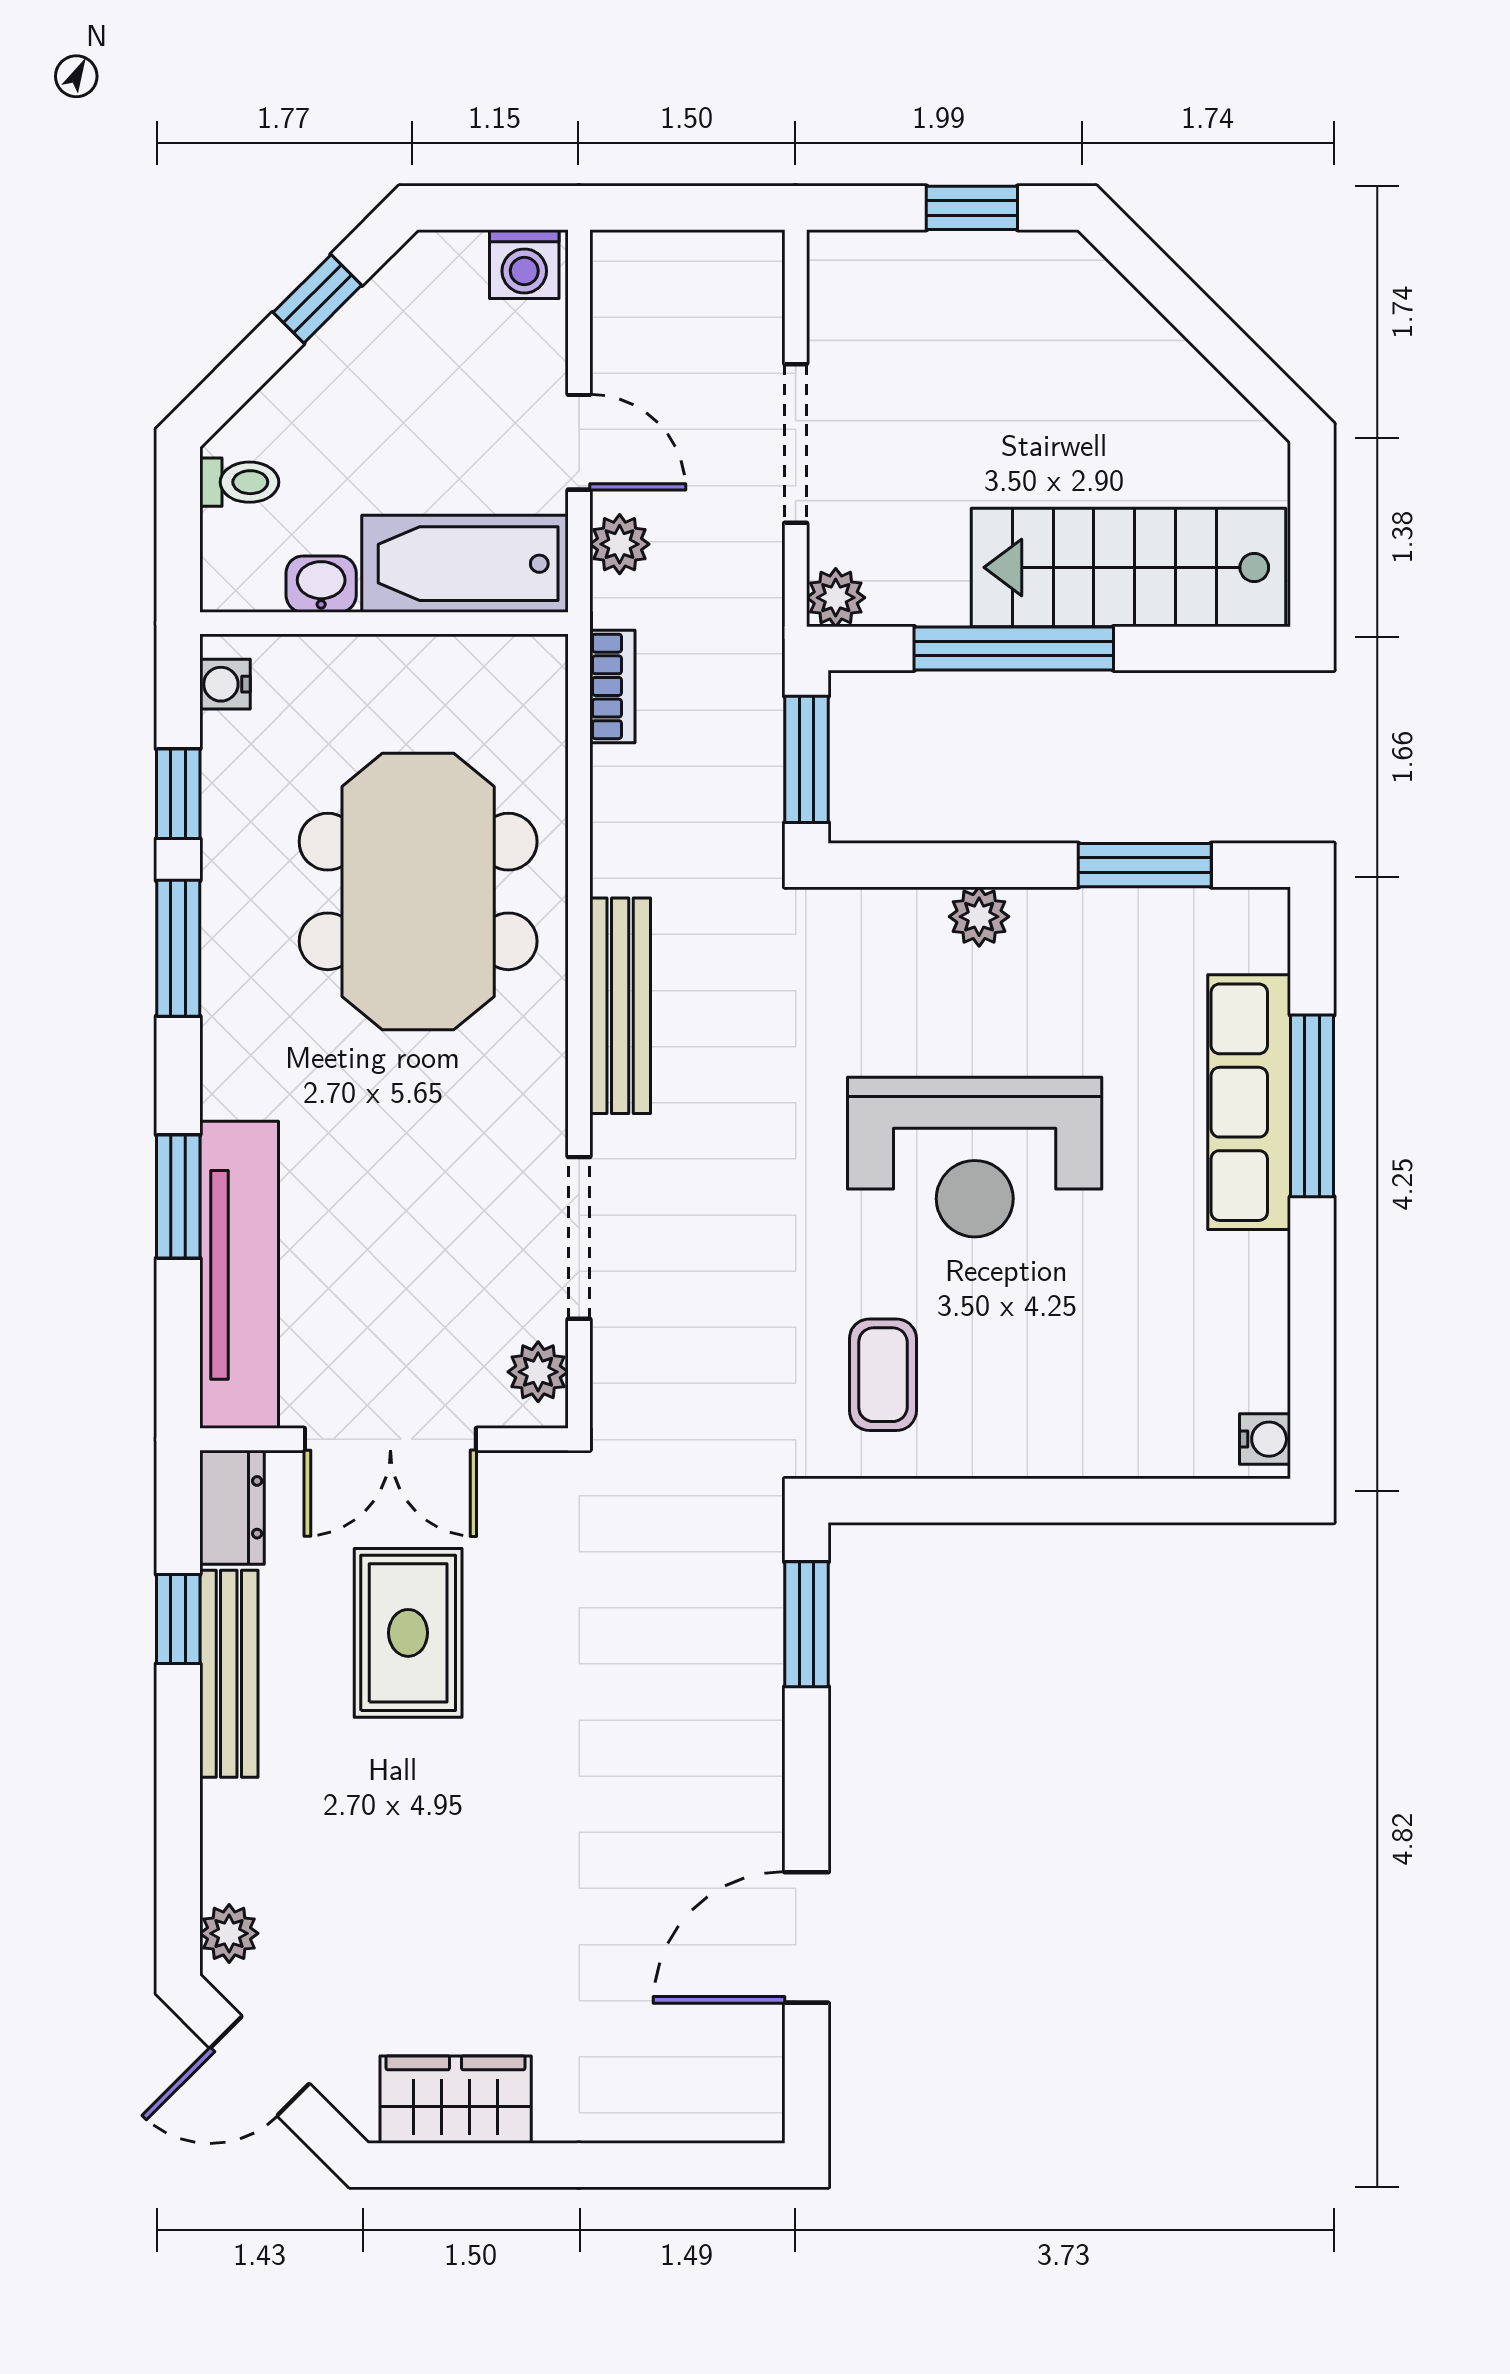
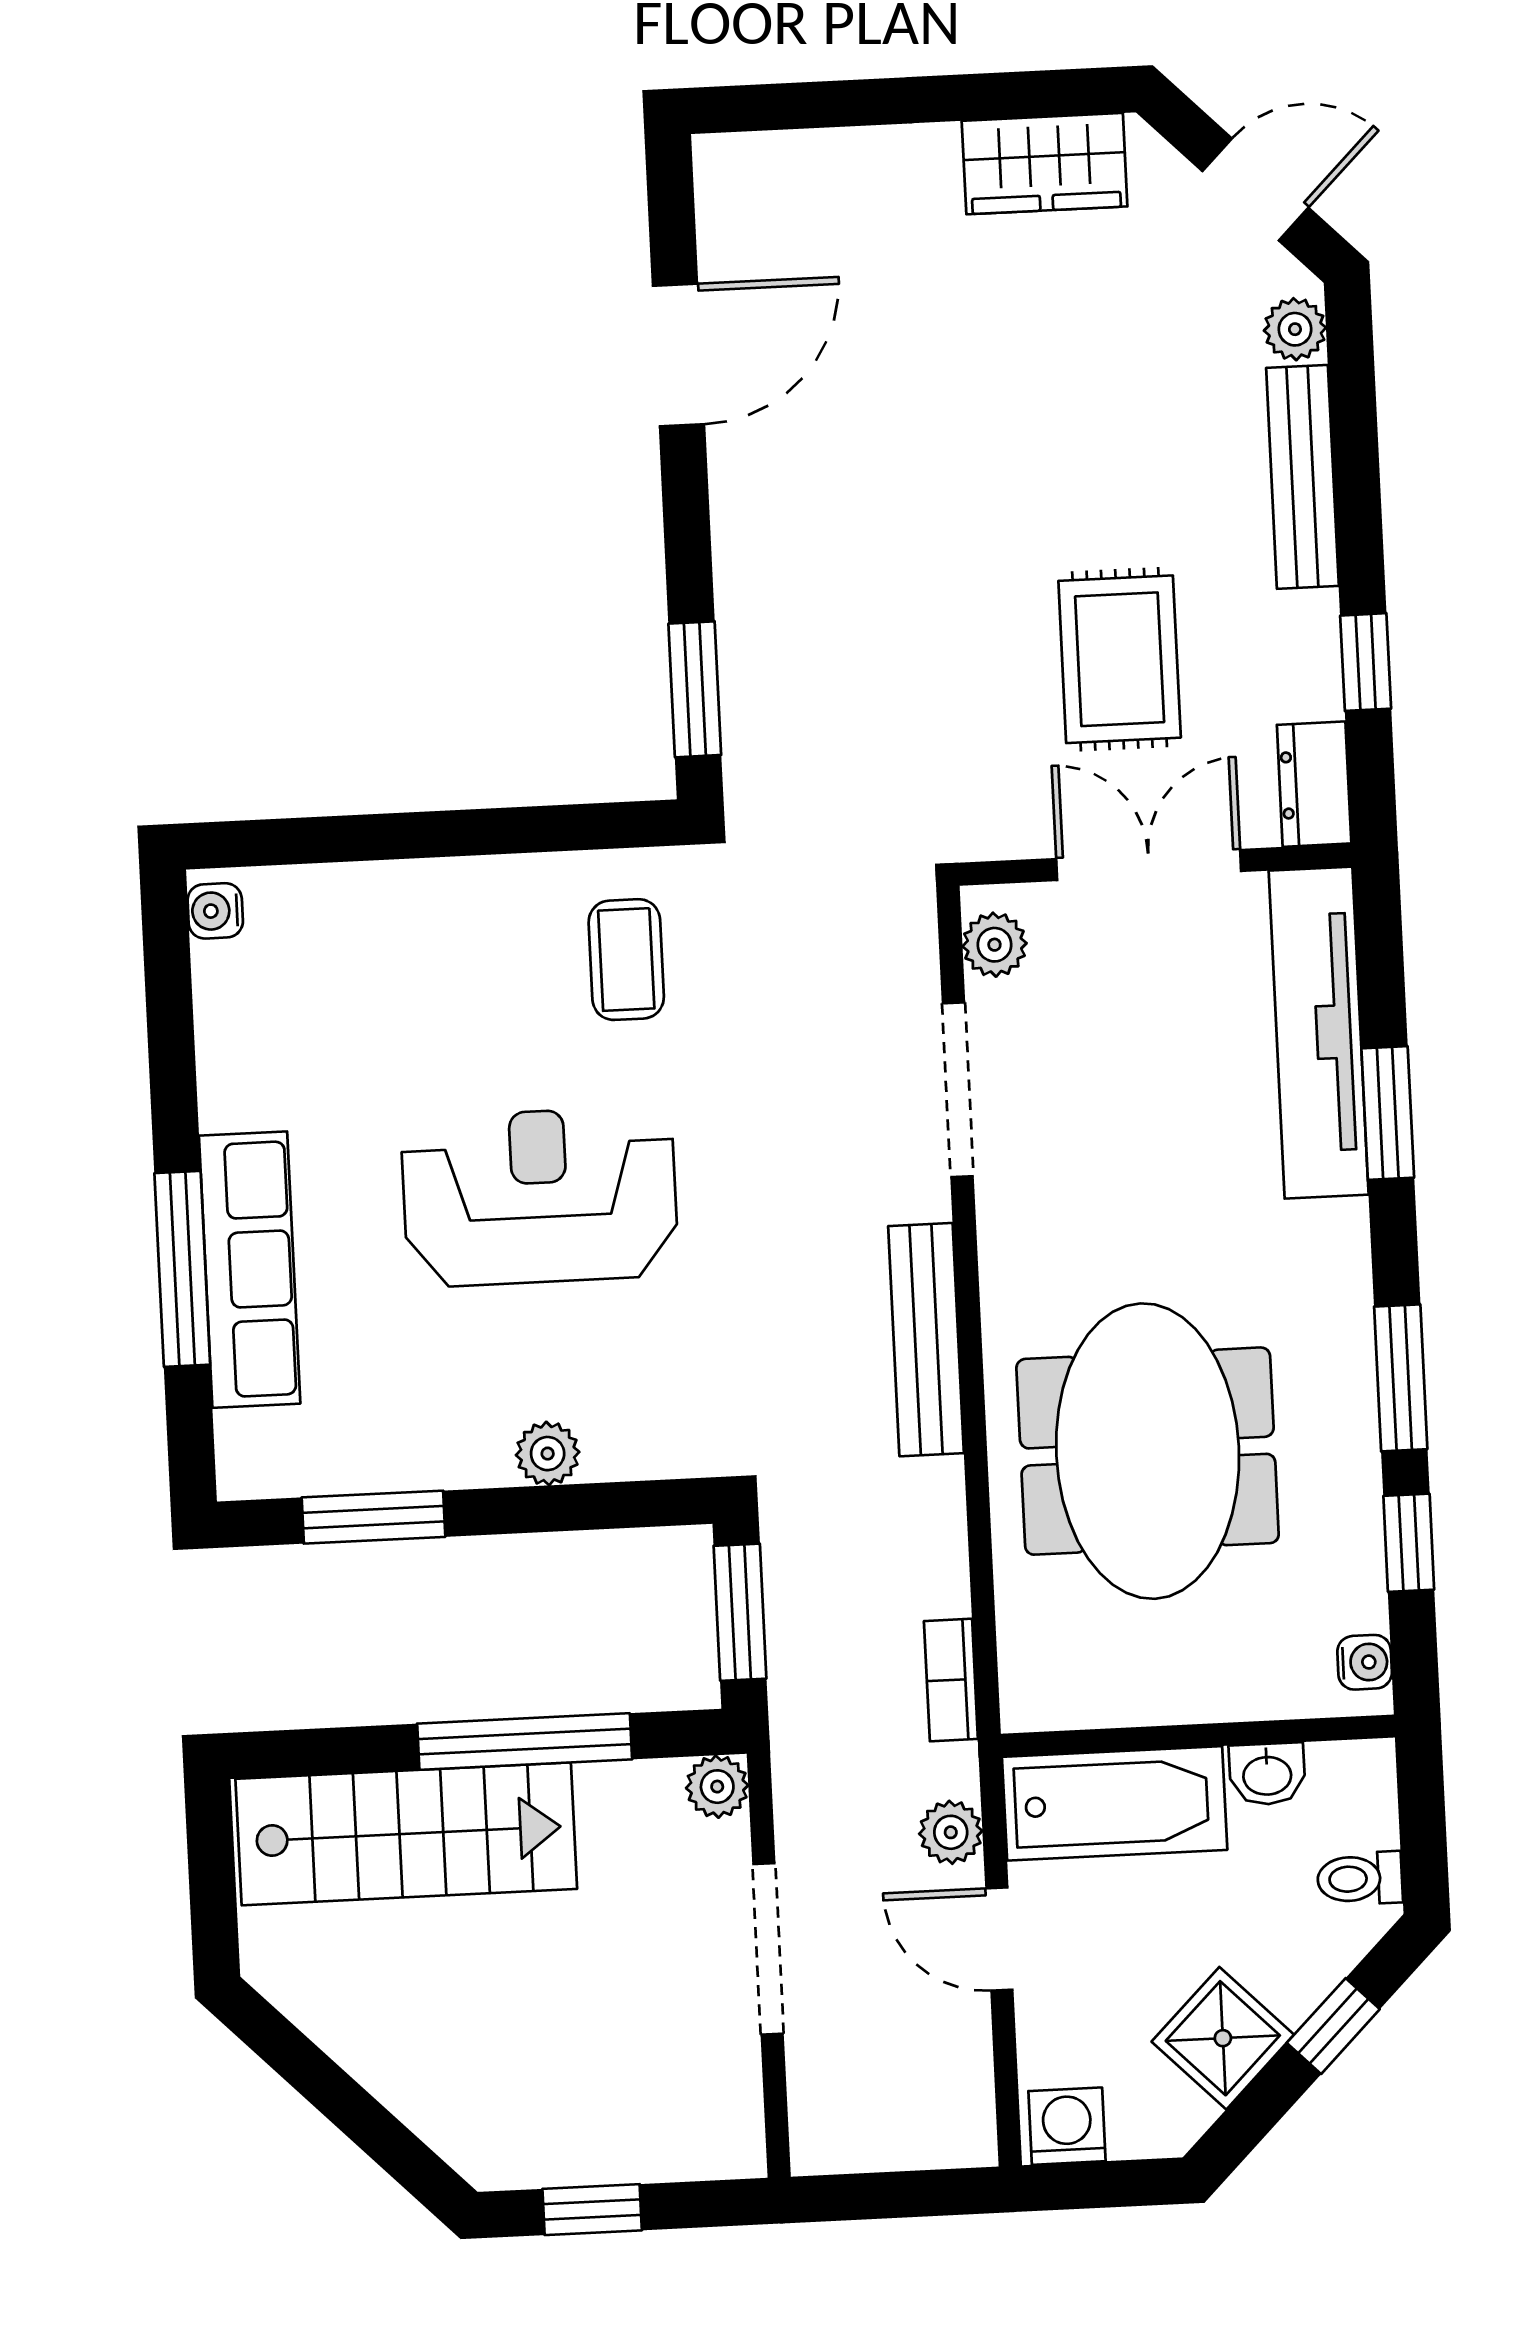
window: (317, 299) -> (1333, 2026), moved
shower: (375, 339) -> (1223, 2038), added
bench: (229, 1674) -> (1302, 477), moved

